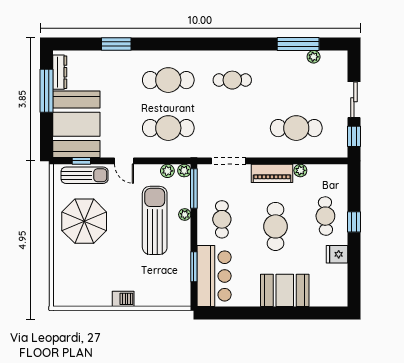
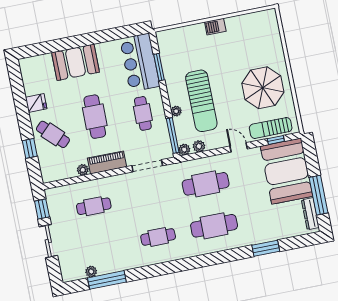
cafe table: (296, 128) -> (94, 206), width x0.73, depth x0.74
cafe table: (325, 216) -> (53, 134), turned -43
window: (354, 222) -> (30, 148), moved

